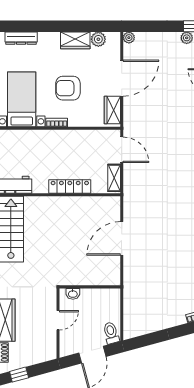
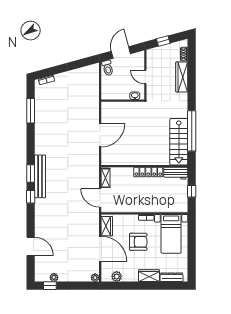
wardrobe: (75, 40) -> (149, 276), moved
door: (122, 78) -> (100, 249), swing flipped
locker: (70, 186) -> (148, 172), moved
door: (58, 320) -> (145, 77), hinge flipped
window: (19, 375) -> (163, 41), moved

